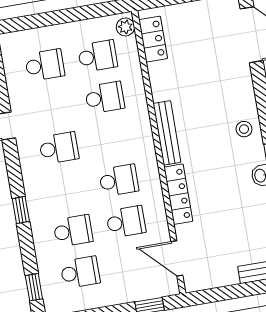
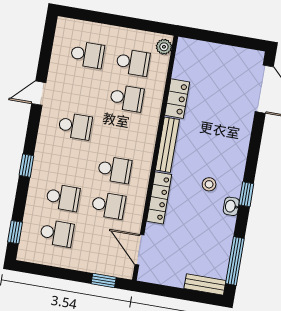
locker: (153, 39) -> (177, 99), moved
stool: (244, 129) -> (209, 184), moved

